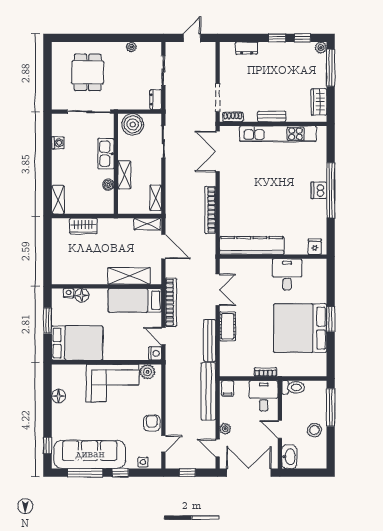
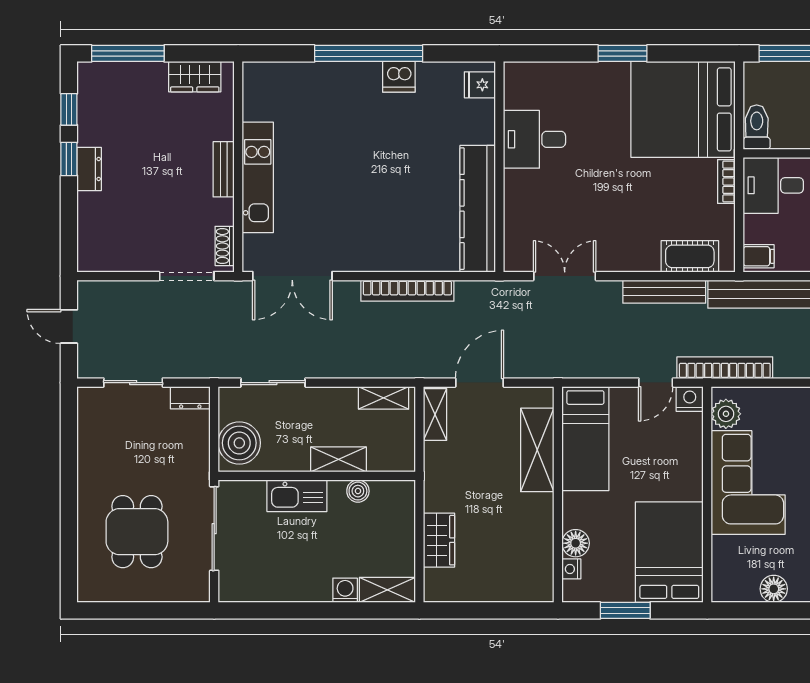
plant: (131, 47) -> (87, 445), removed
dresser: (247, 48) -> (89, 169), moved
plant: (321, 48) -> (88, 73), removed
dining table: (88, 72) -> (137, 532), turned 90
kitchen unit: (278, 134) -> (258, 177), width x0.73
washing machine: (58, 143) -> (345, 590), moved
dishwasher: (319, 190) -> (399, 77), moved
bookcase: (171, 302) -> (725, 368), moved
cot: (228, 326) -> (690, 256), moved
bed: (300, 328) -> (683, 109), moved, turned 90

